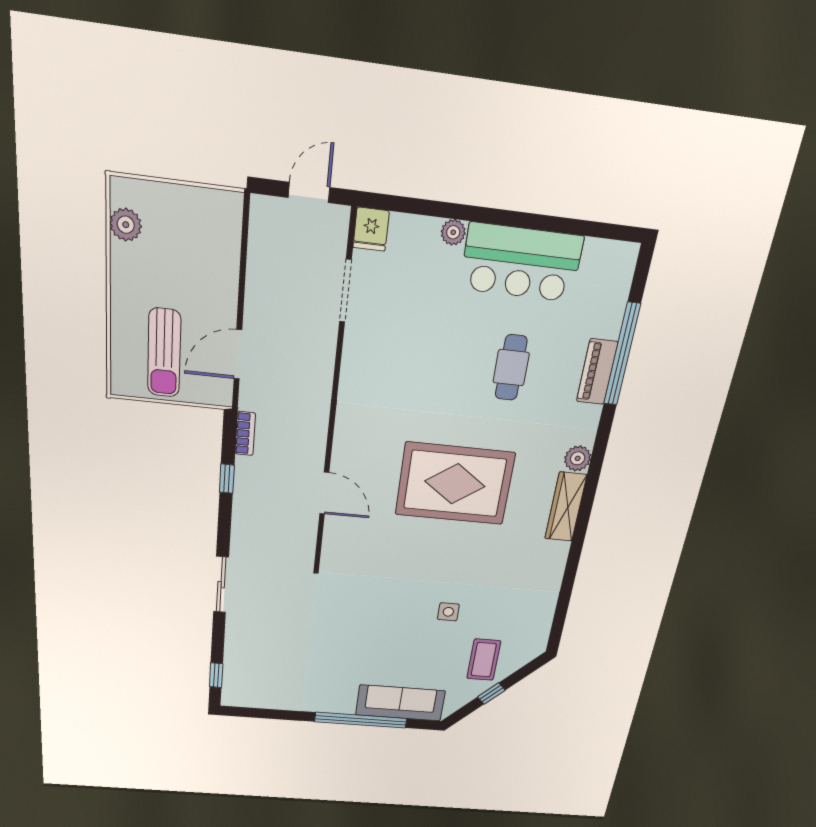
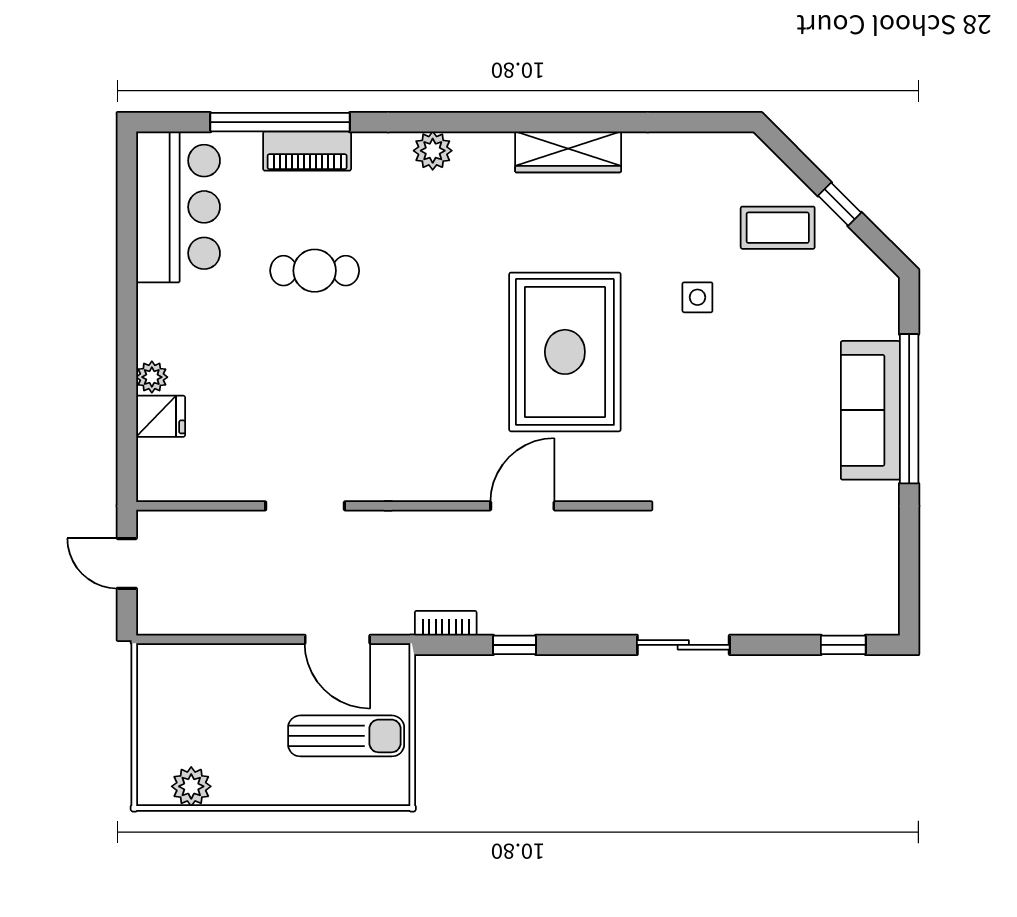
fridge: (371, 229) -> (161, 416), moved
bar counter: (521, 263) -> (178, 207), moved
doorway: (345, 291) -> (305, 506), moved
rug: (455, 484) -> (565, 352), moved
wardrobe: (566, 507) -> (568, 152), moved
sofa: (400, 703) -> (870, 410), moved

